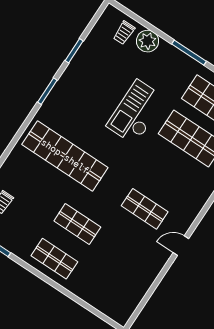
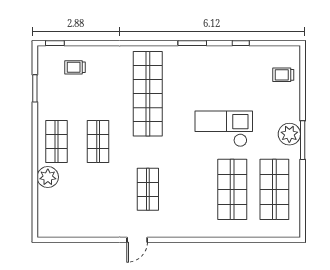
plant: (148, 41) -> (289, 134), moved
window: (74, 51) -> (241, 43), width x0.67
door: (181, 246) -> (137, 240), swing flipped
plant: (79, 286) -> (48, 177), added

